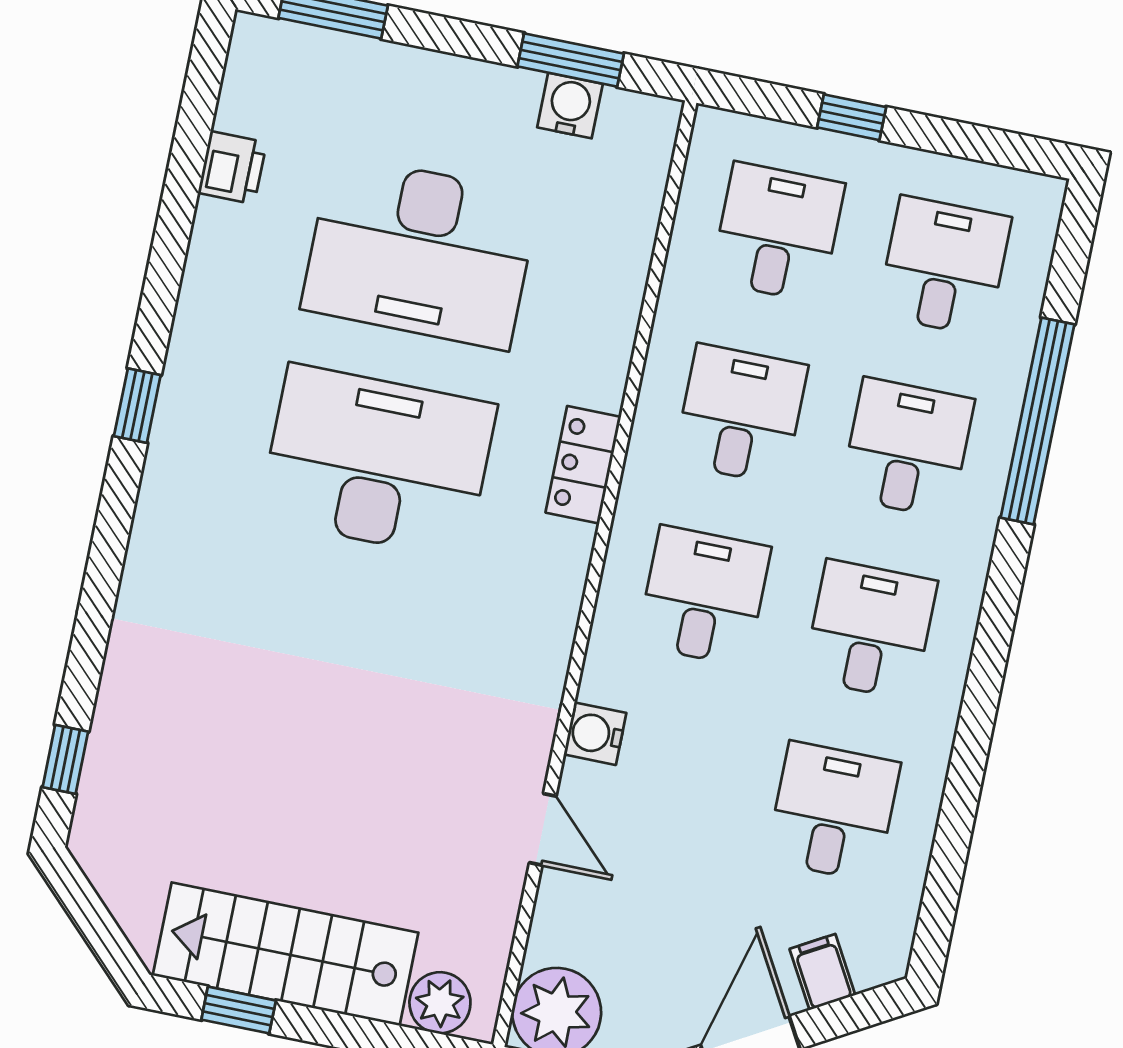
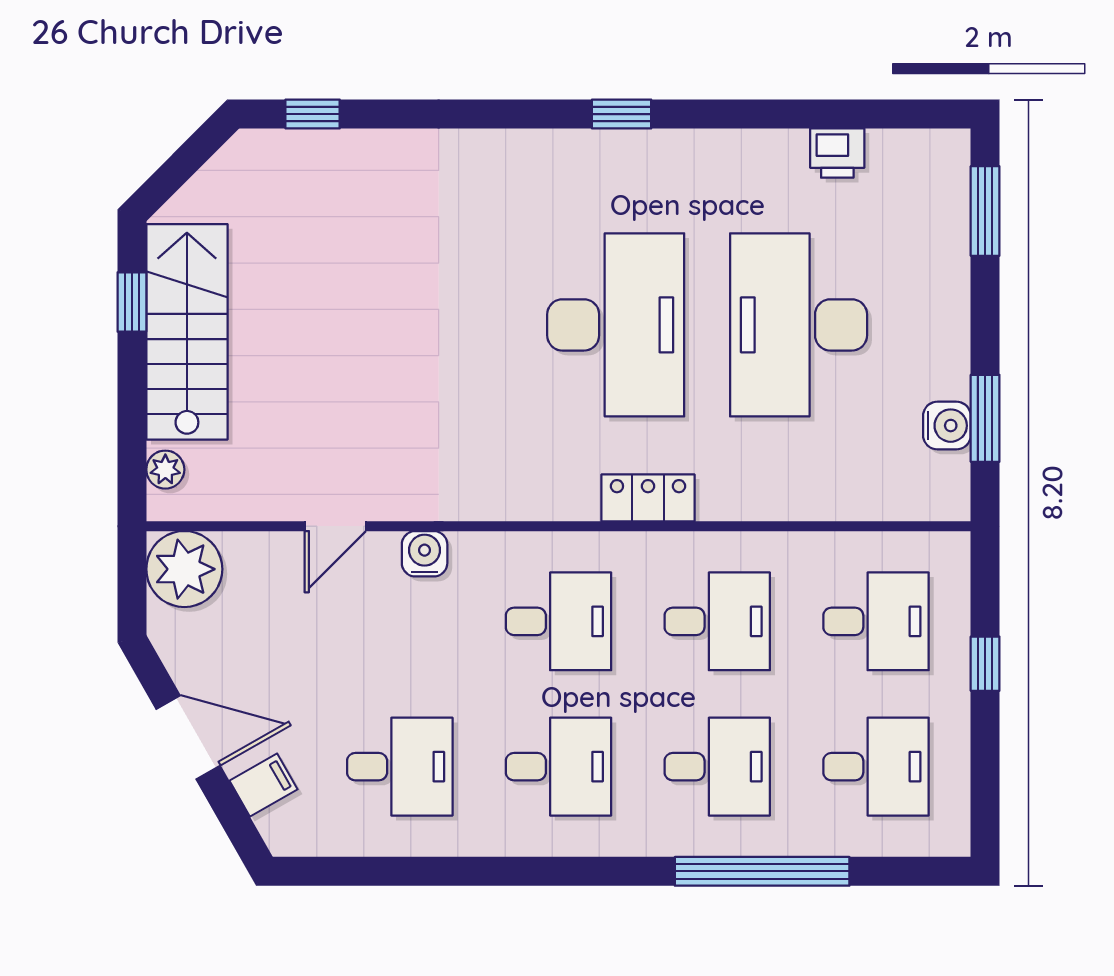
plant: (440, 1003) -> (165, 470), width x0.73, depth x0.73

